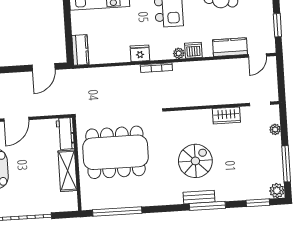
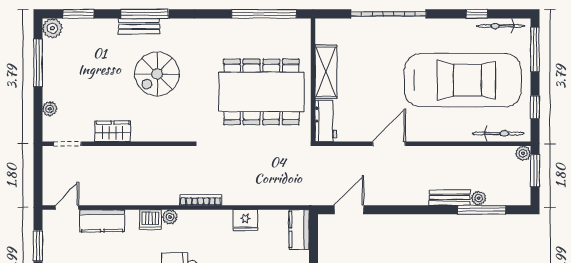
fridge: (140, 53) -> (245, 220), moved
bench: (199, 197) -> (139, 26), moved

